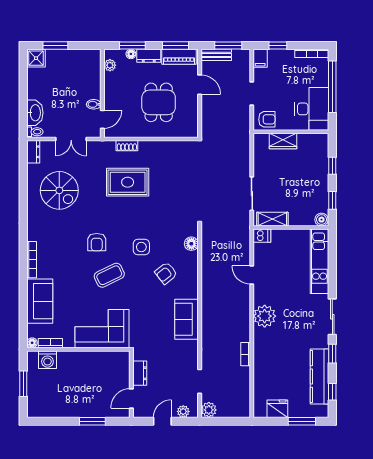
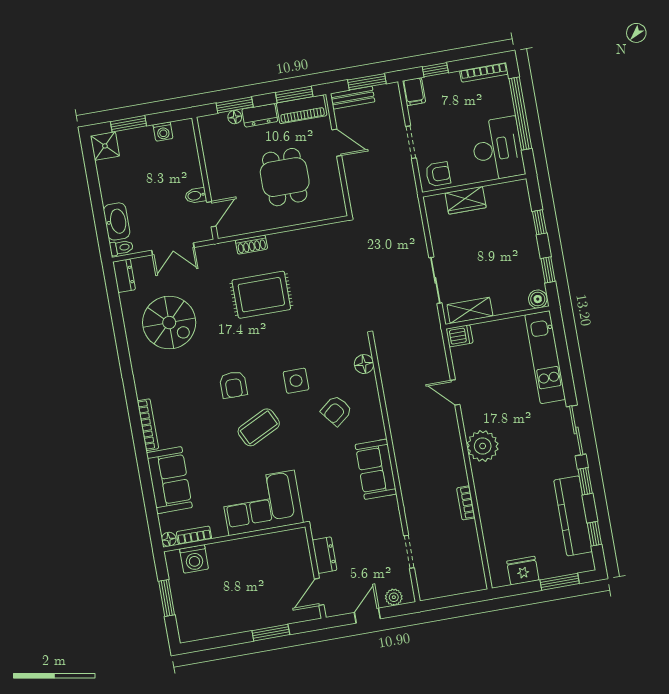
washing machine: (79, 55) -> (163, 132), added
plant: (110, 65) -> (208, 138), removed
plant: (209, 410) -> (429, 589), removed

